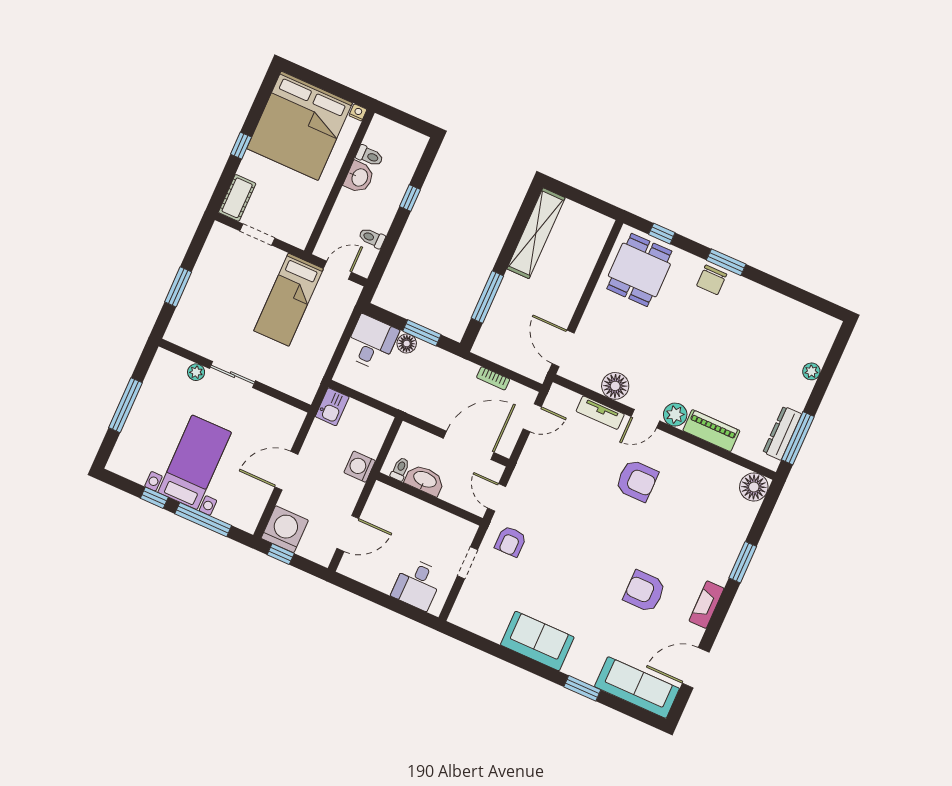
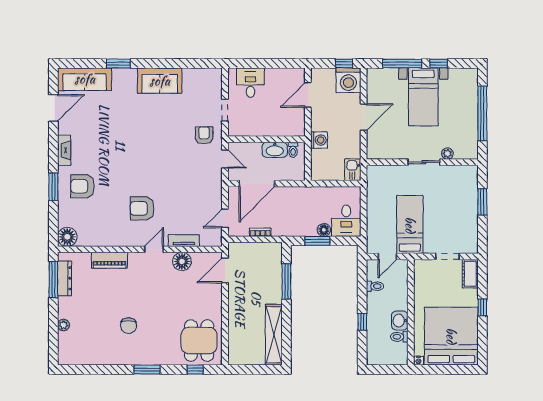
chair: (712, 280) -> (128, 326), moved, turned 180
door: (563, 348) -> (225, 270), swing flipped
window: (125, 405) -> (482, 113), width x1.46
plant: (675, 415) -> (137, 260), removed
armchair: (644, 591) -> (83, 186), moved, turned 180

